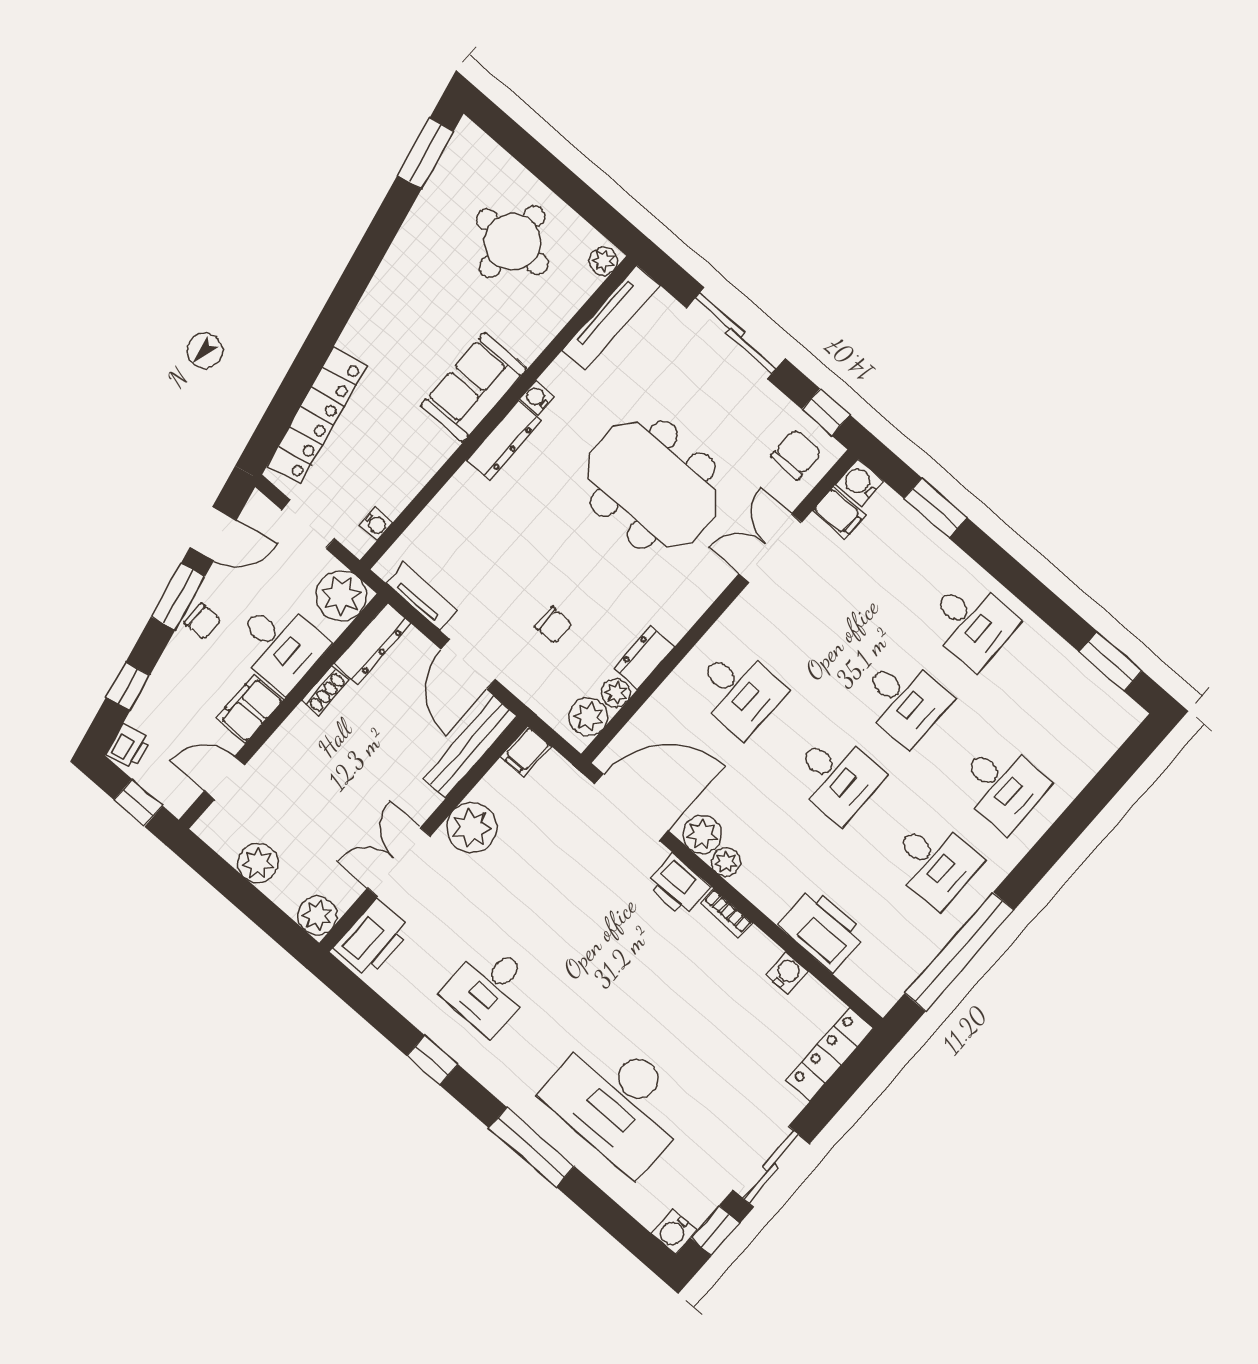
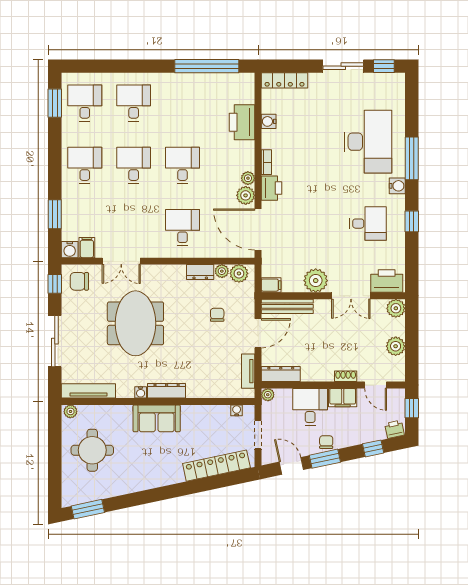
plant: (341, 596) -> (268, 395), width x0.53, depth x0.53
shoe rack: (325, 691) -> (346, 376), moved
desk: (935, 863) -> (85, 103), moved
water cooler: (674, 1232) -> (397, 186), moved

